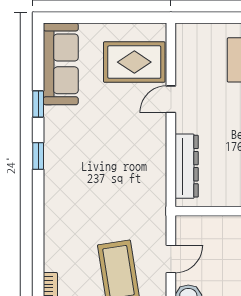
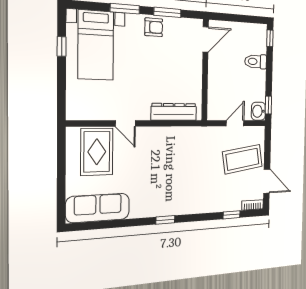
window: (38, 104) -> (232, 215), moved
door: (171, 259) -> (235, 123), hinge flipped

